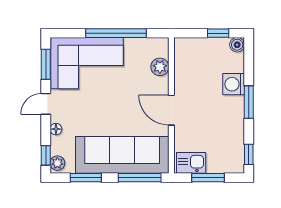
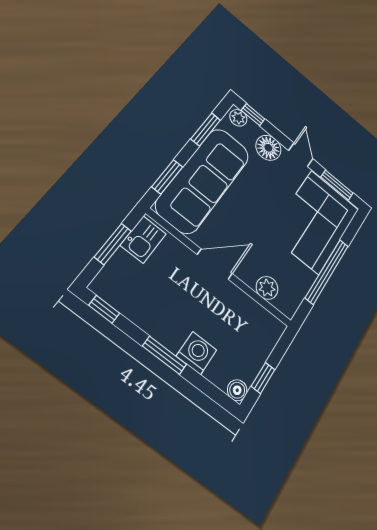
floor lamp: (56, 129) -> (268, 148), width x1.89, depth x1.89
window: (140, 178) -> (167, 177), width x0.69

